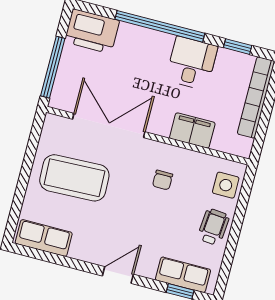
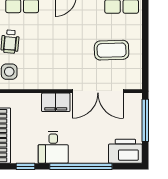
filing cabinet: (192, 131) -> (56, 102), moved
coffee table: (74, 178) -> (112, 50), width x0.73, depth x0.76
chair: (163, 180) -> (52, 64), removed

